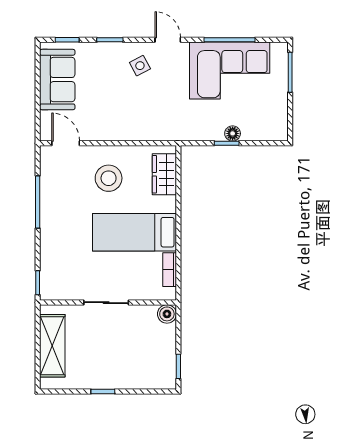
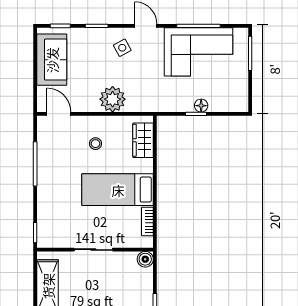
plant: (129, 126) -> (113, 99), added
stool: (109, 178) -> (96, 144), width x0.53, depth x0.53

